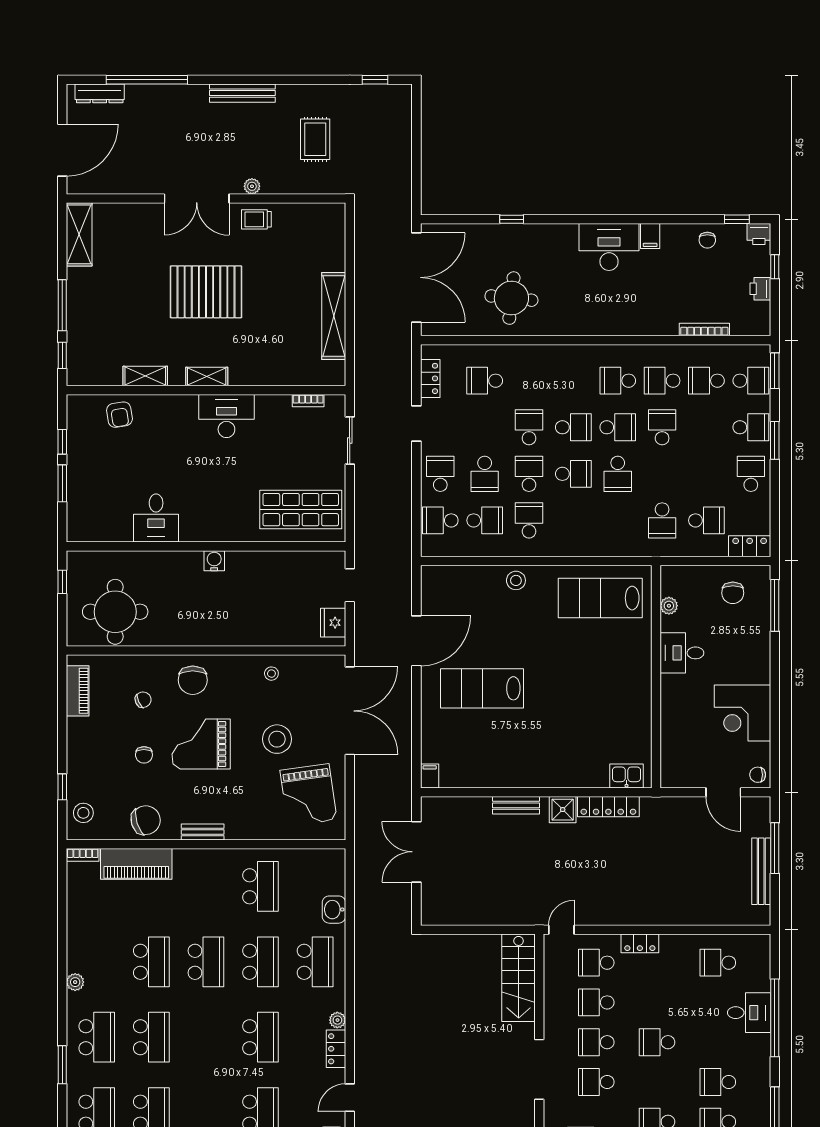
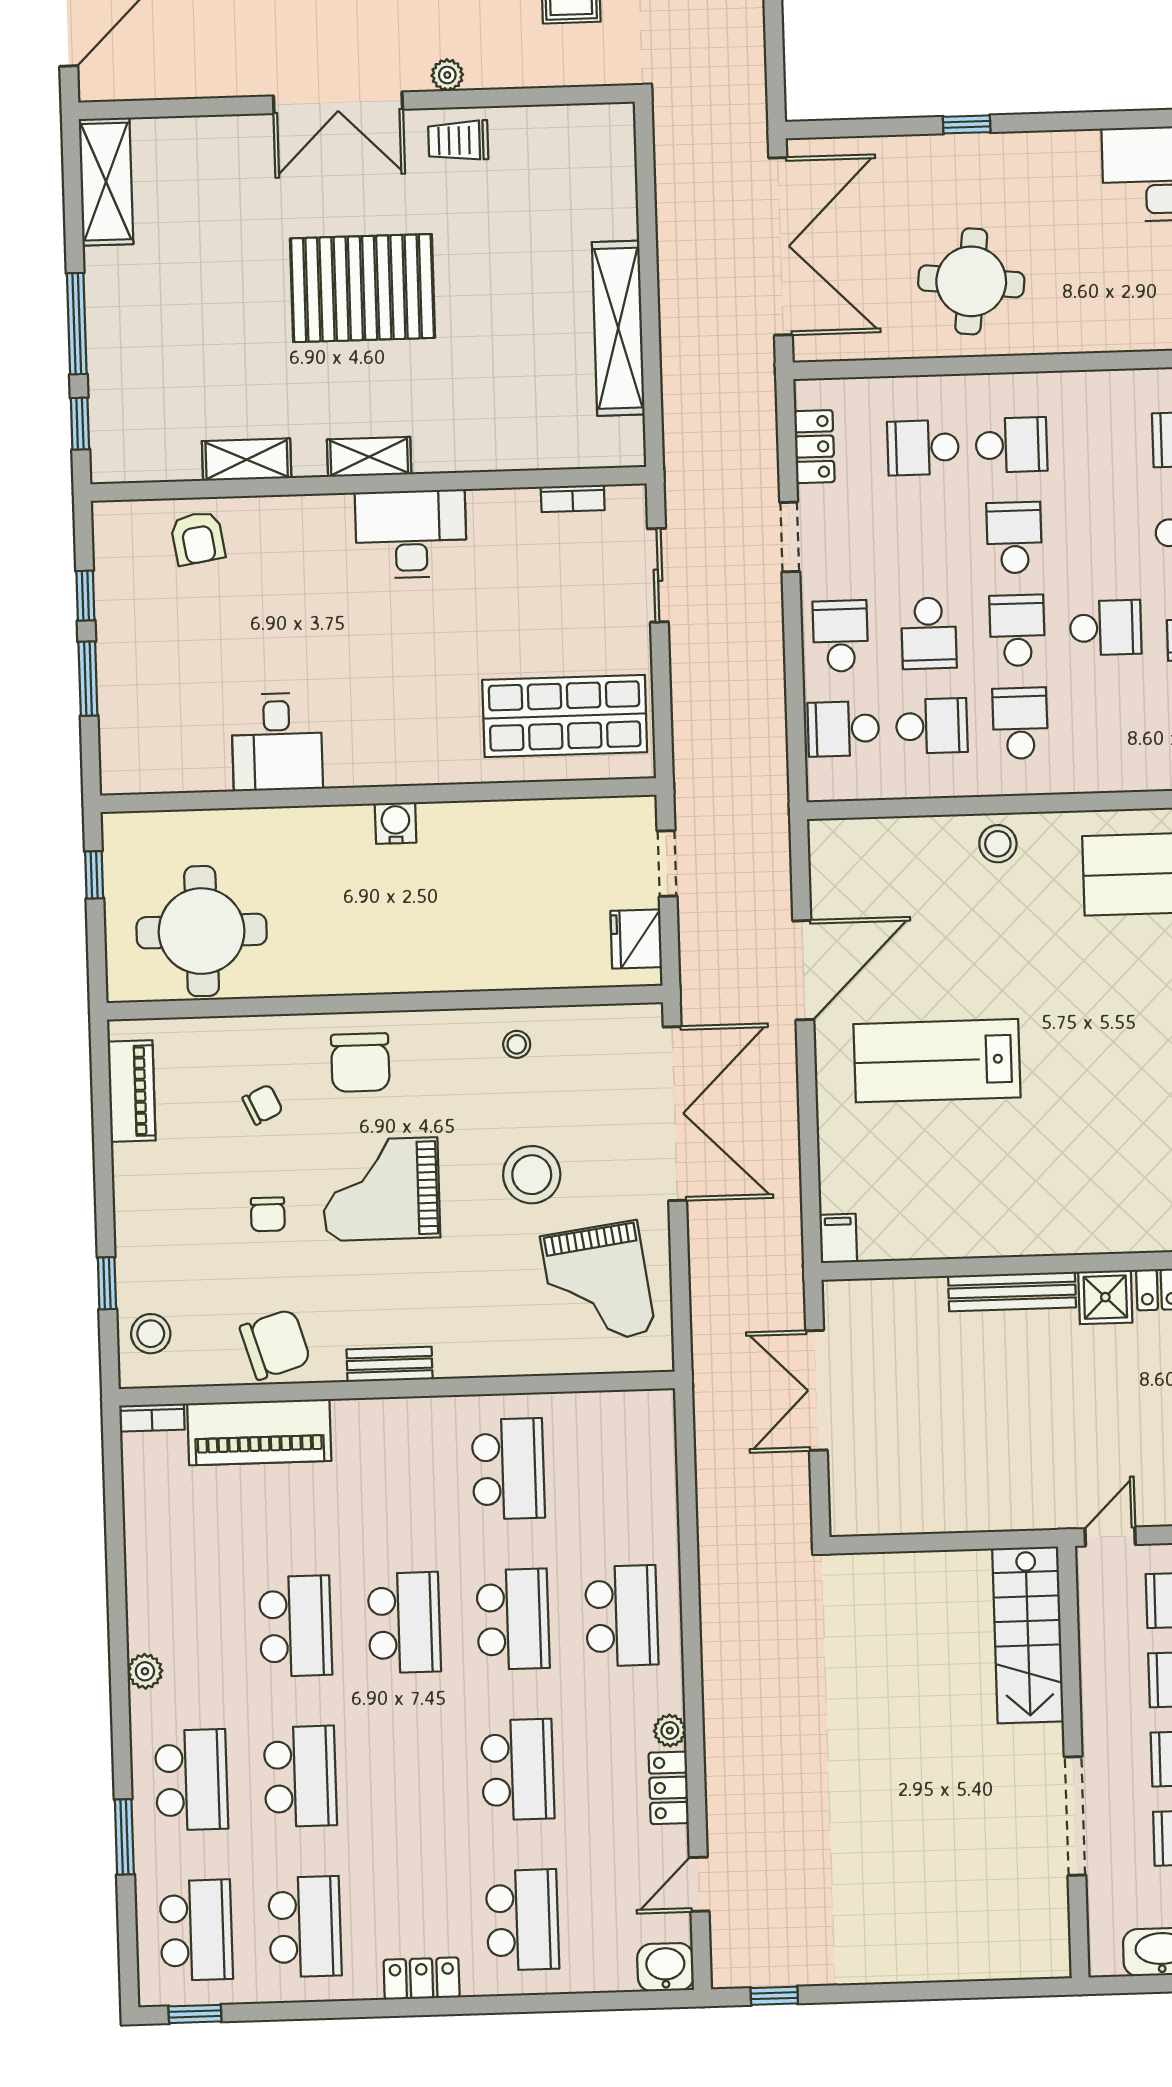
school desk: (573, 427) -> (1011, 445), moved
bench: (516, 805) -> (1012, 1292), width x1.36
washbasin: (334, 910) -> (656, 1511), removed

